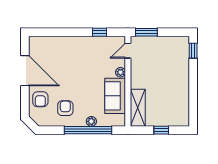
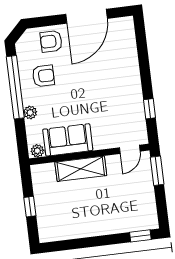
door: (128, 51) -> (130, 149), swing flipped
plant: (120, 72) -> (37, 151), moved
shelving: (138, 108) -> (81, 169), moved
window: (88, 130) -> (15, 87), moved

